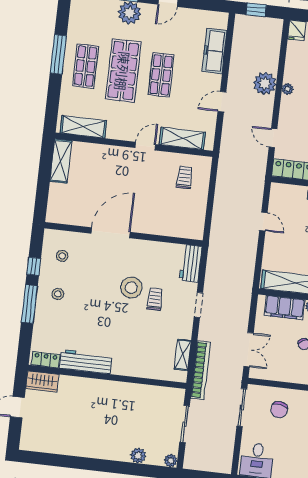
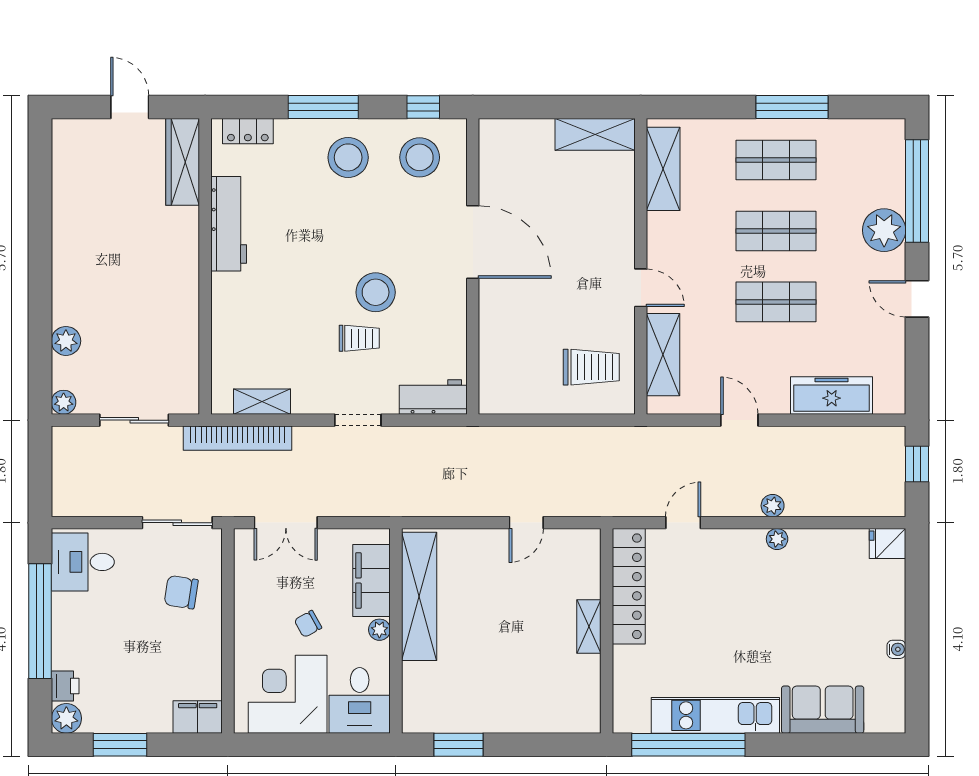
shop shelf: (123, 71) -> (776, 231), width x0.70, depth x0.74
plant: (265, 83) -> (773, 506), width x0.53, depth x0.53
trolley: (185, 177) -> (591, 367), width x1.36, depth x1.39
stool: (62, 256) -> (420, 157), width x1.89, depth x1.89
window: (34, 266) -> (423, 107), moved
stool: (58, 294) -> (348, 157), width x1.89, depth x1.89
locker: (46, 360) -> (248, 131), moved, turned 90
wardrobe: (42, 381) -> (183, 162), width x1.50

